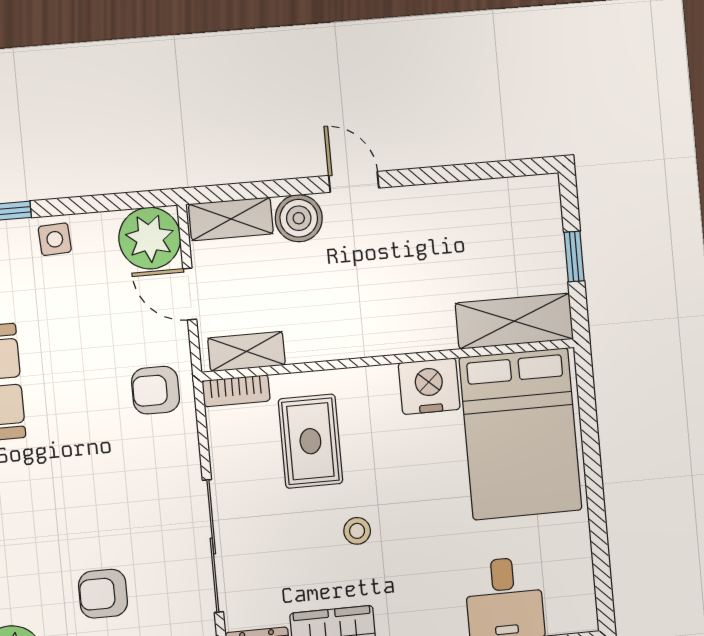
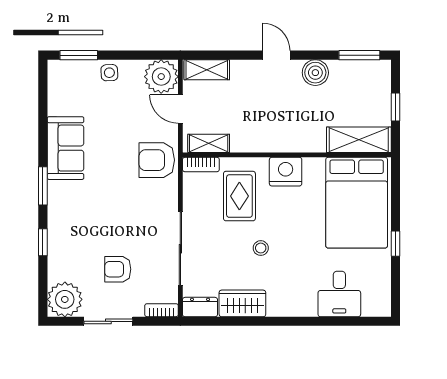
window: (502, 169) -> (359, 55), added
boiler: (299, 218) -> (315, 73), moved
nightstand: (429, 386) -> (286, 172), moved
armchair: (156, 390) -> (157, 160), width x1.38, depth x1.38
window: (596, 500) -> (395, 244), added

